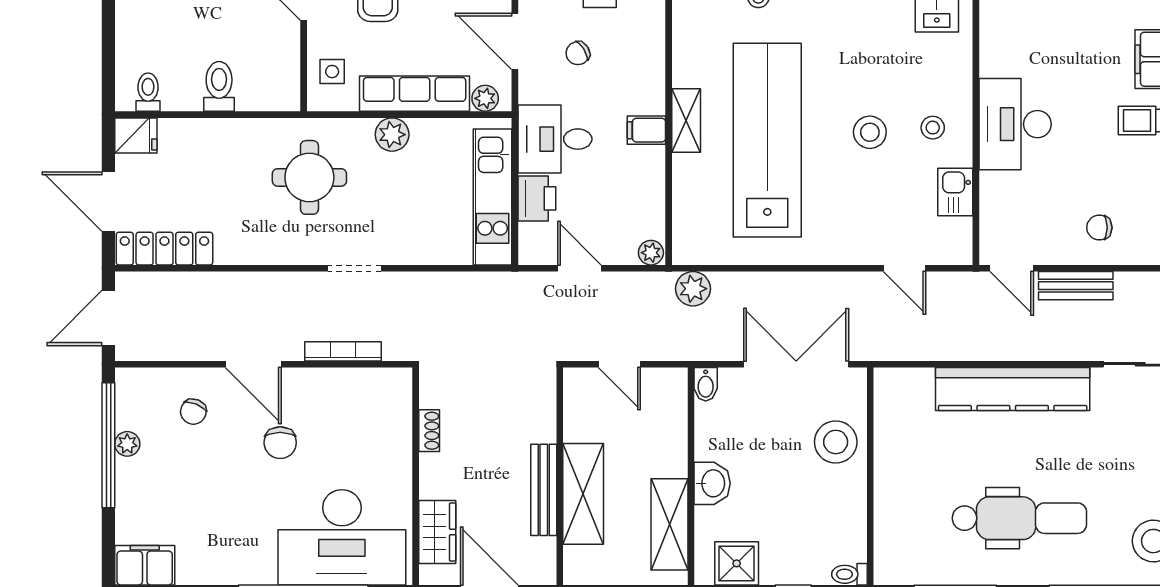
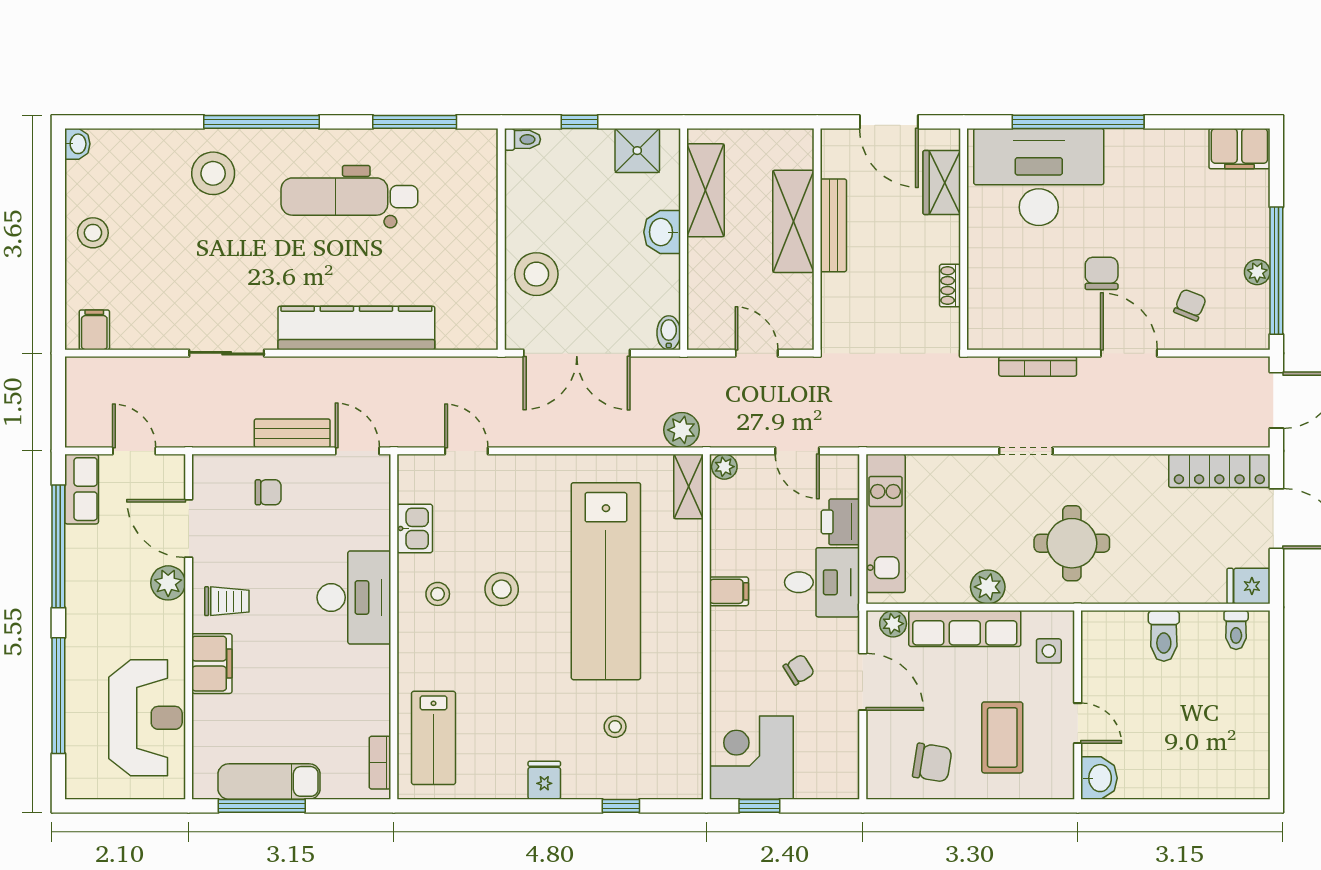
shelving: (686, 120) -> (689, 487), moved

